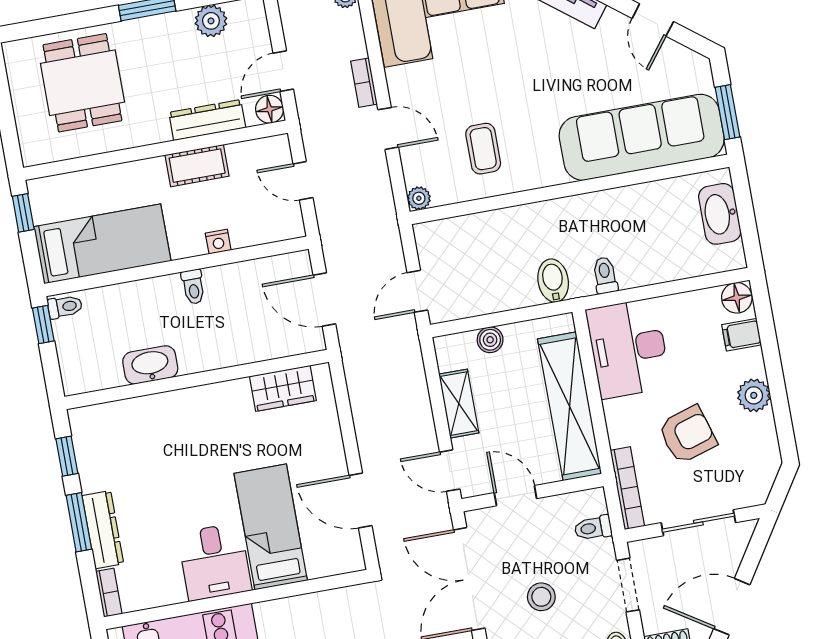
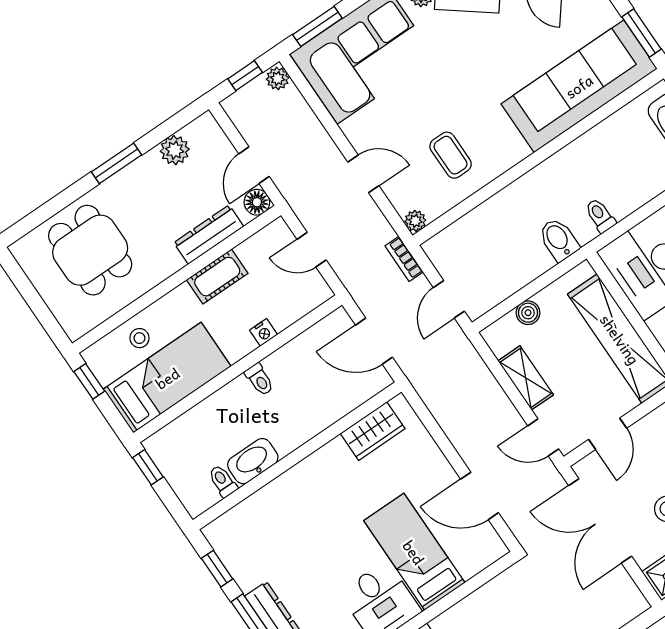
bookcase: (364, 83) -> (404, 259), moved
stool: (92, 192) -> (139, 338), added
toilet: (65, 307) -> (223, 481), moved, turned -90
door: (515, 496) -> (608, 434), swing flipped

